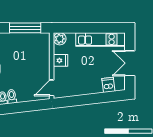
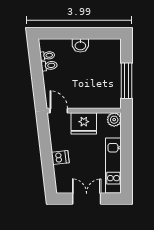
fridge: (61, 60) -> (84, 123), width x1.88, depth x1.34
dishwasher: (108, 85) -> (60, 157), moved

